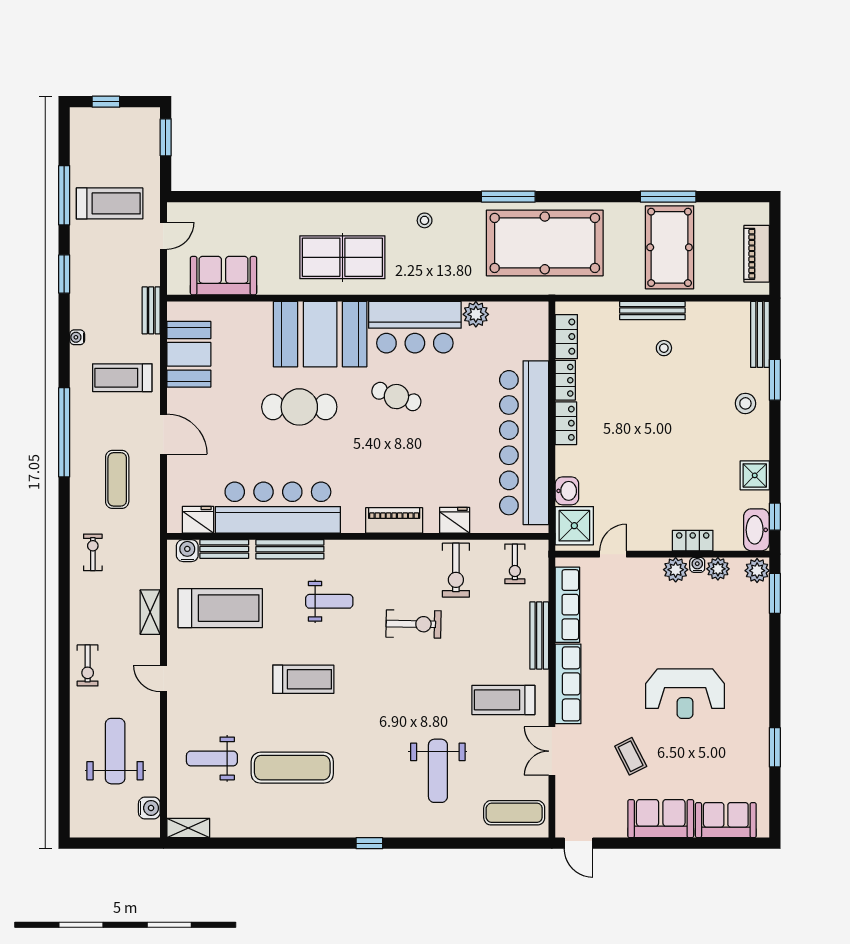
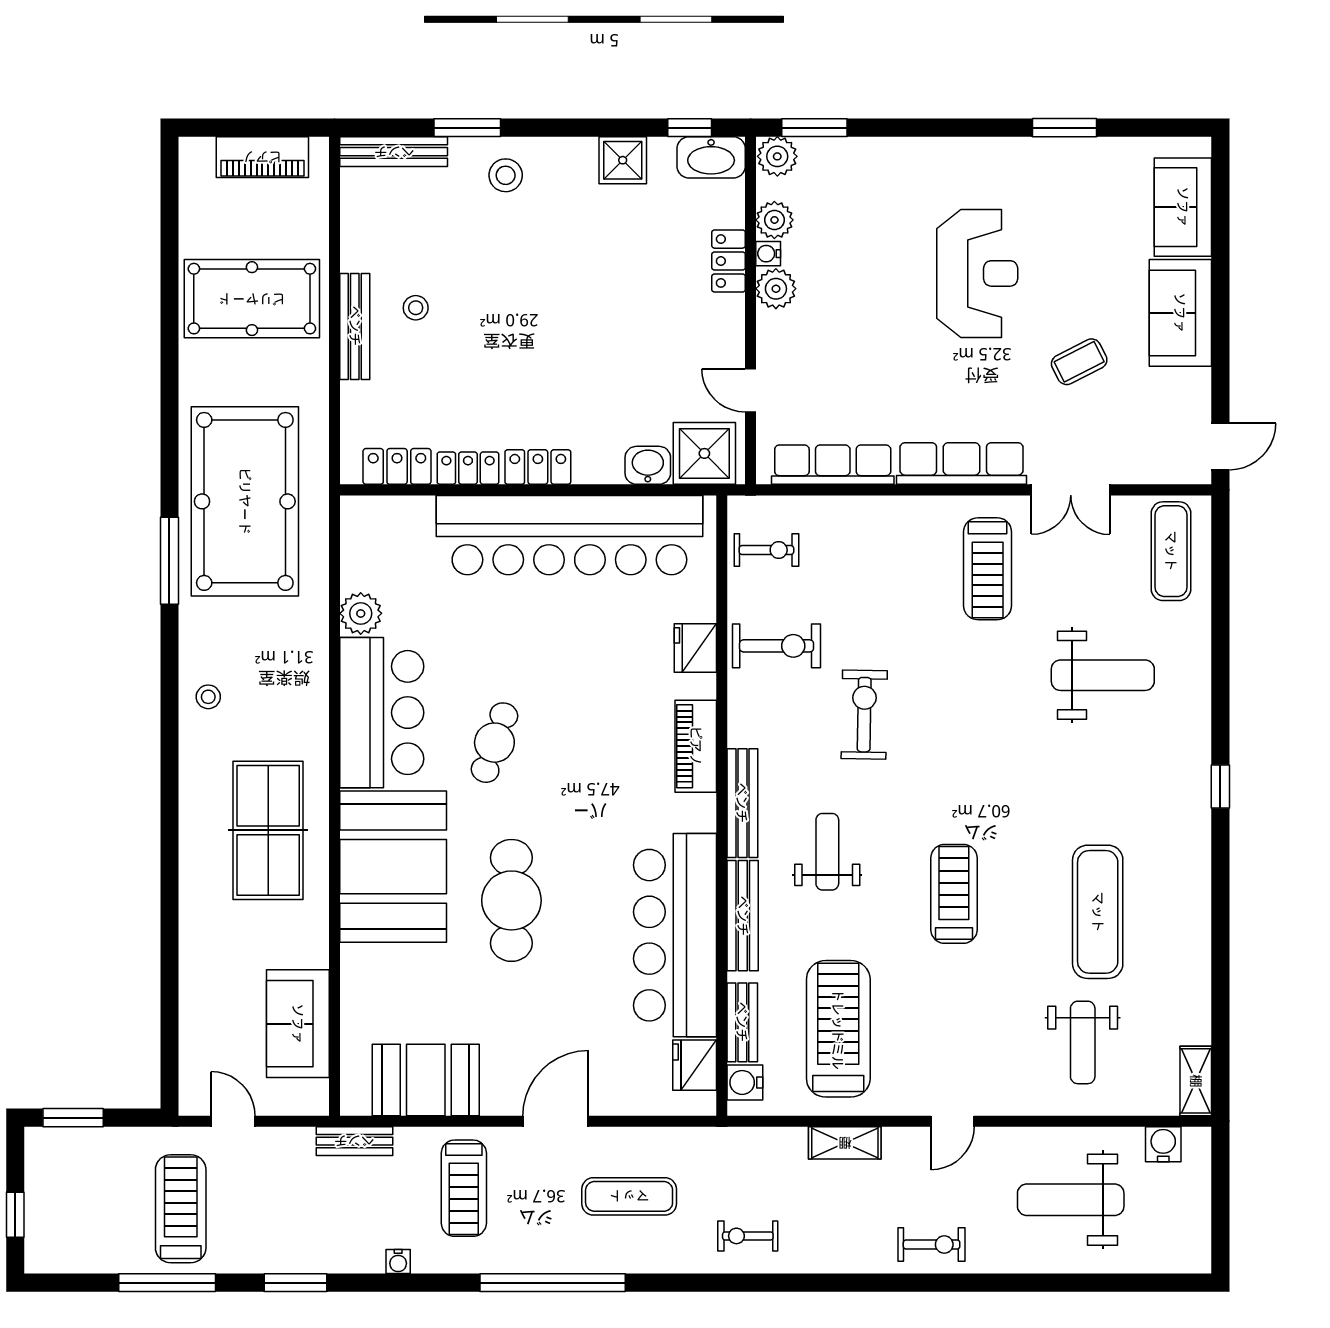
window: (668, 197) -> (169, 301), removed
bench: (539, 636) -> (742, 803), moved, turned 90

